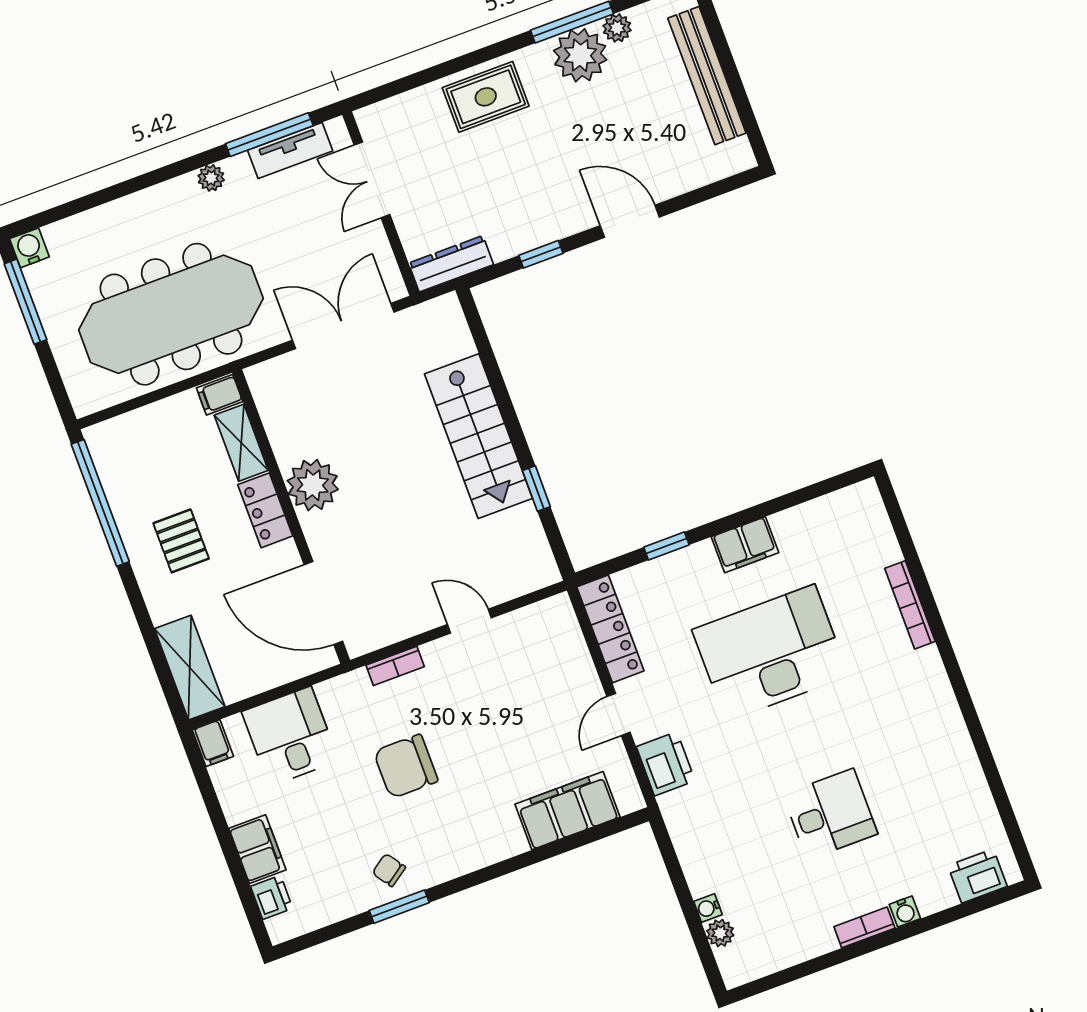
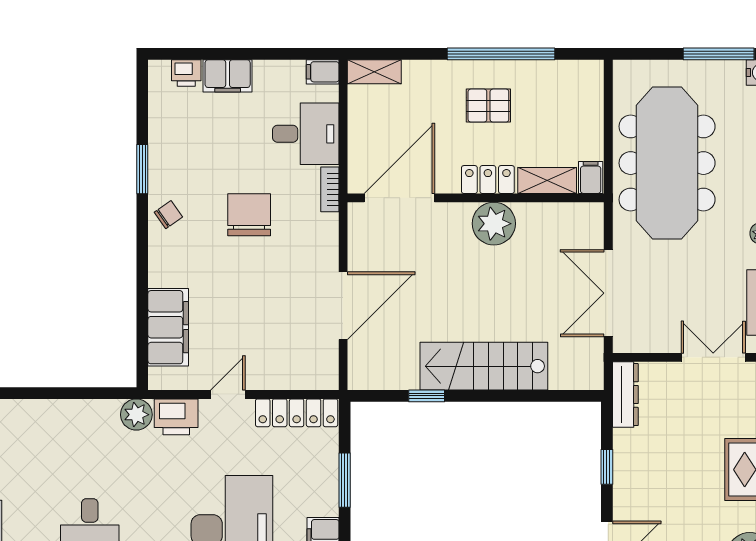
double door: (343, 326) -> (608, 293), swing flipped
window: (100, 503) -> (501, 54), moved
window: (666, 546) -> (345, 480), width x1.50
door: (469, 621) -> (343, 306), width x1.88
bookcase: (395, 666) -> (330, 189), moved
shelving: (190, 668) -> (374, 72), width x0.67, depth x0.75
door: (619, 714) -> (228, 394), hinge flipped
chair: (389, 870) -> (168, 215), moved
water cooler: (708, 908) -> (52, 408), removed
plant: (720, 933) -> (136, 415), moved, width x1.38, depth x1.38

